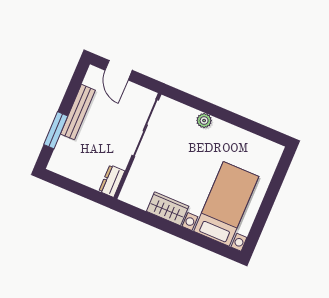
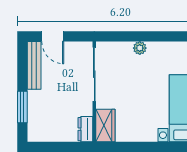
bench: (78, 112) -> (34, 65), moved
wardrobe: (168, 209) -> (105, 126), moved, turned 90

